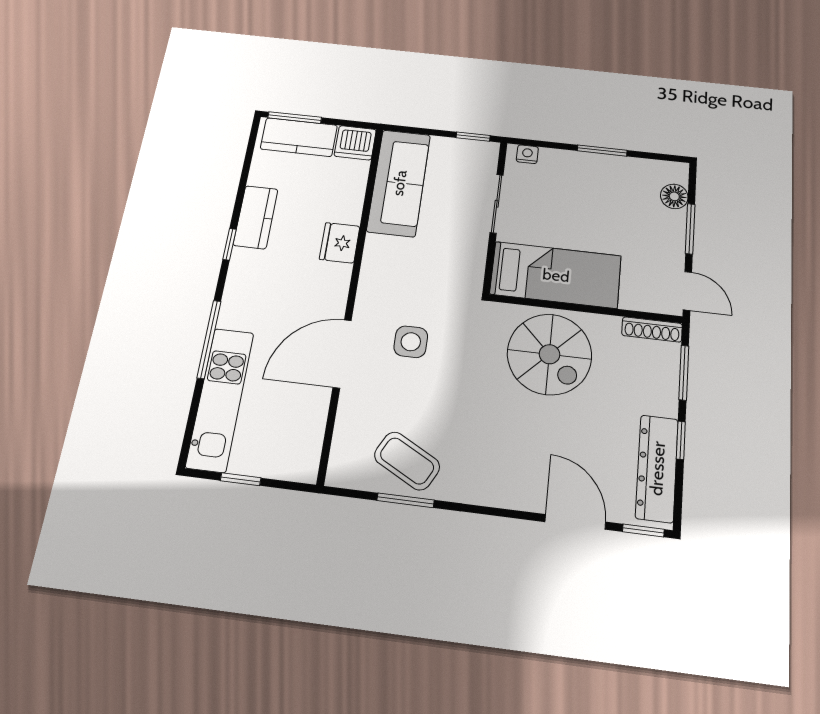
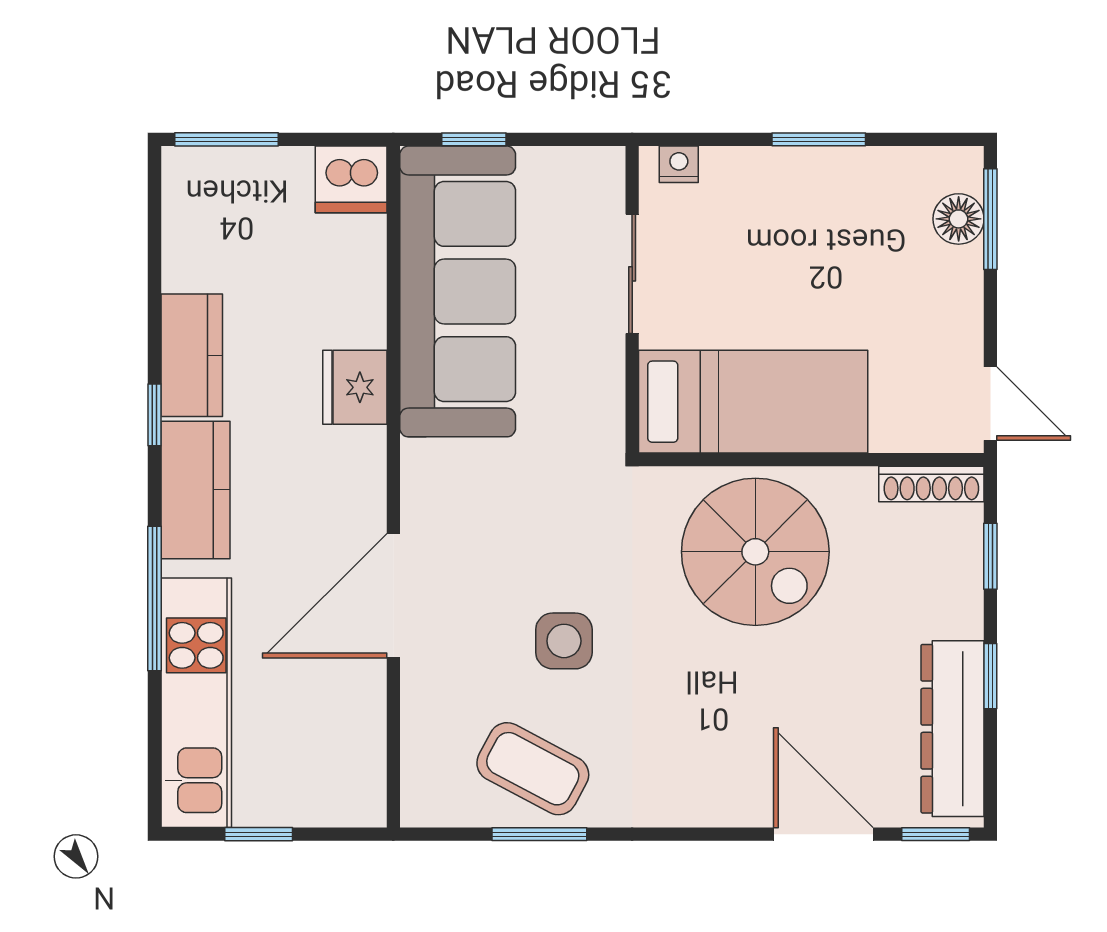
kitchen counter: (299, 137) -> (195, 490), moved, turned -90
window: (473, 137) -> (474, 139), moved
sofa: (399, 183) -> (458, 291), width x1.36, depth x1.27
window: (690, 229) -> (990, 219), moved
side table: (411, 342) -> (564, 641), moved
window: (684, 373) -> (990, 556), width x0.67

